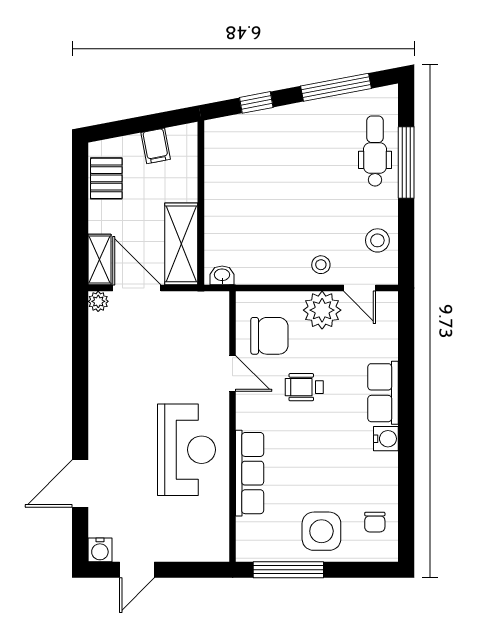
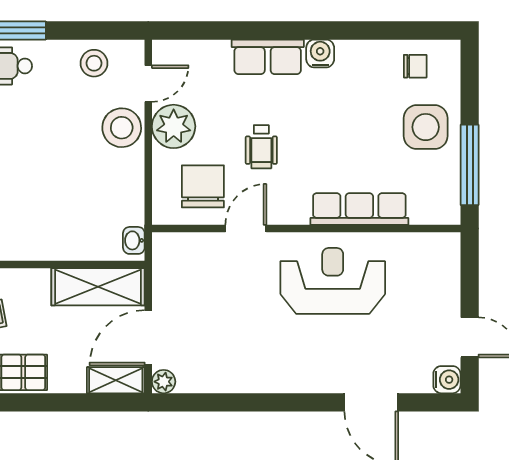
stool: (321, 265) -> (122, 128), width x1.89, depth x1.89

